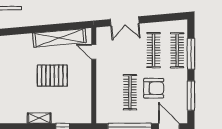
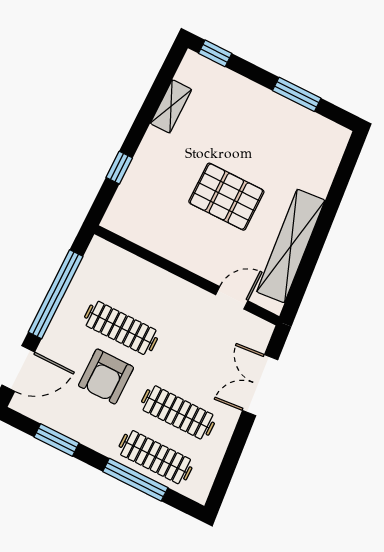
pallet: (52, 76) -> (226, 197), turned 90
window: (191, 96) -> (57, 440), width x0.69
shelving: (39, 118) -> (171, 106), moved

